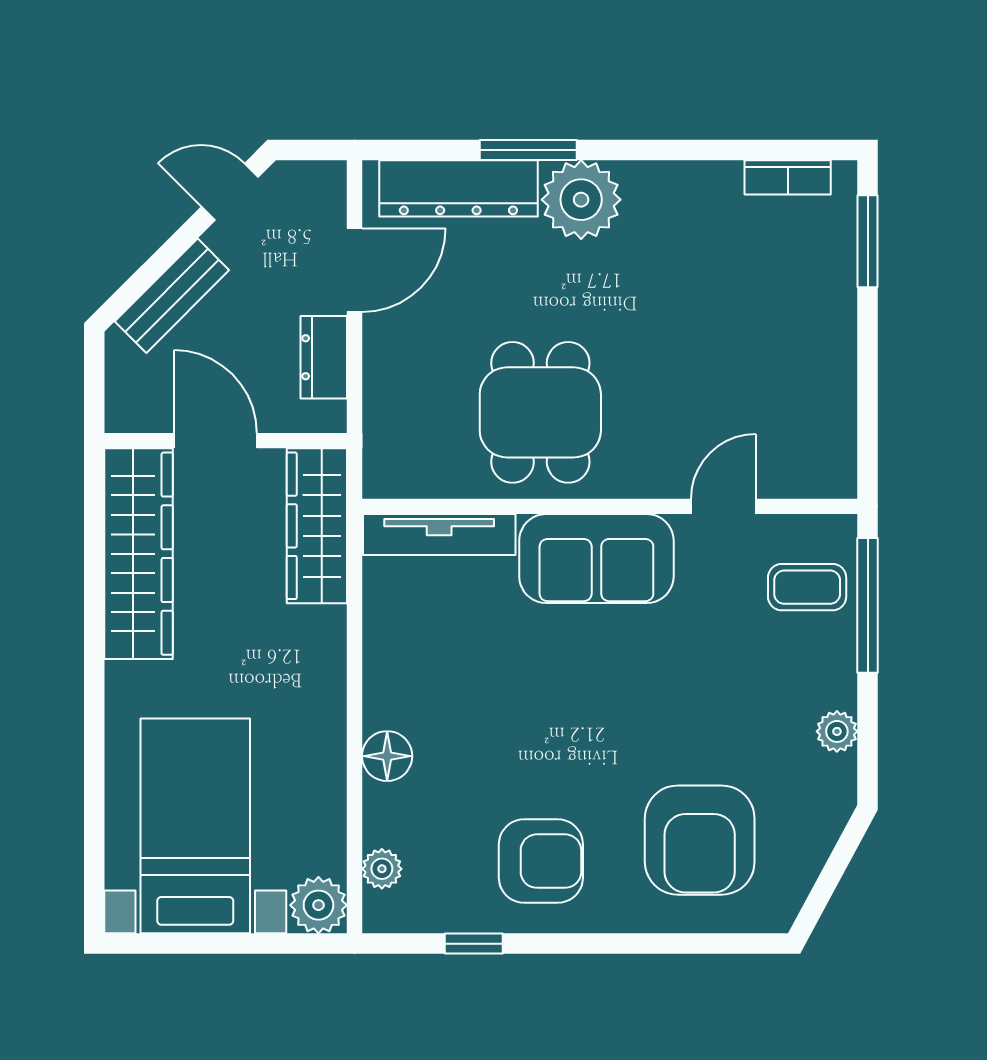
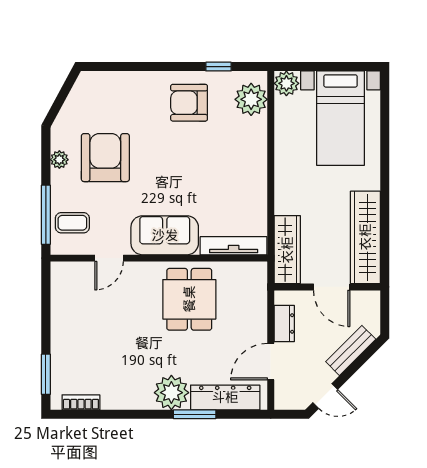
floor lamp: (387, 756) -> (256, 149), removed
armchair: (700, 840) -> (105, 158), moved
plant: (382, 869) -> (251, 99), width x1.88, depth x1.88

